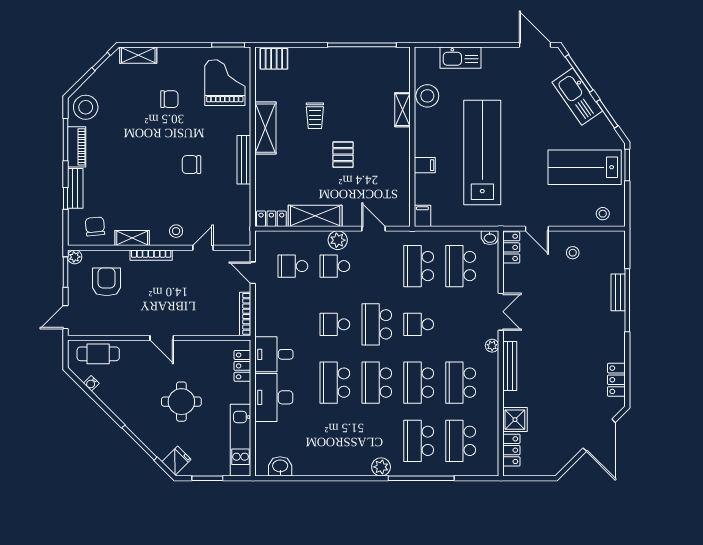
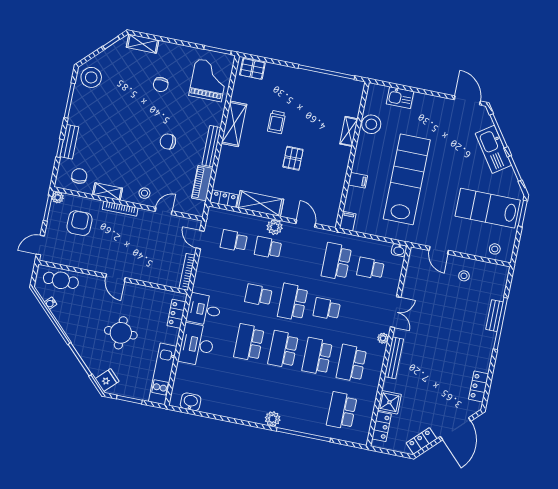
kitchen sink: (460, 58) -> (400, 98), width x0.73
chair: (169, 99) -> (161, 85), turned 90
piano: (77, 147) -> (202, 183), moved, turned 180
locker: (511, 247) -> (422, 441), moved, turned -135
school desk: (461, 266) -> (370, 268), width x0.54
school desk: (419, 441) -> (308, 404), removed

